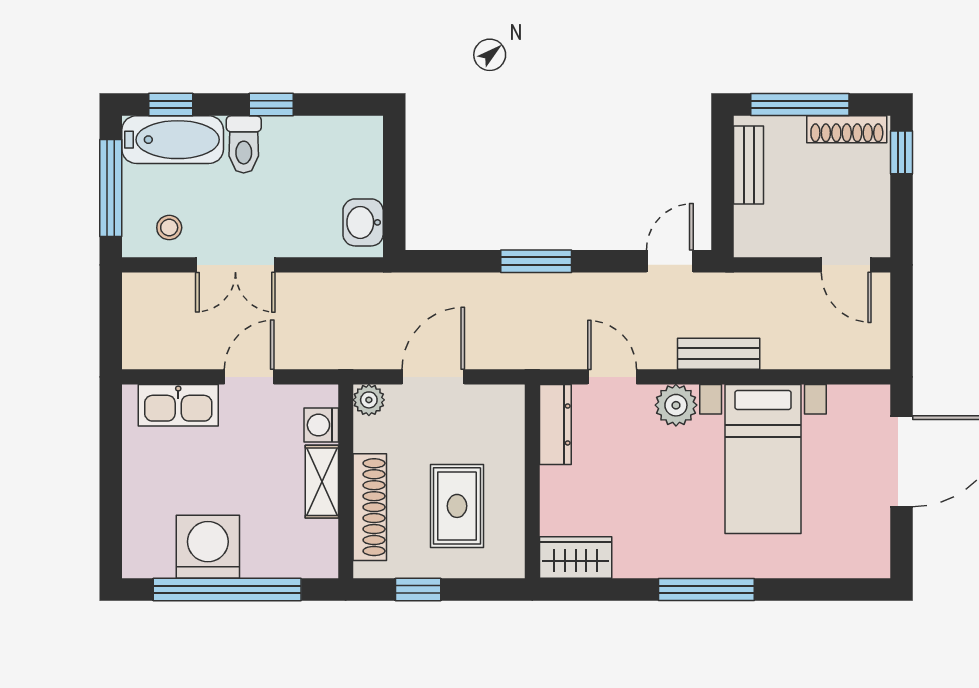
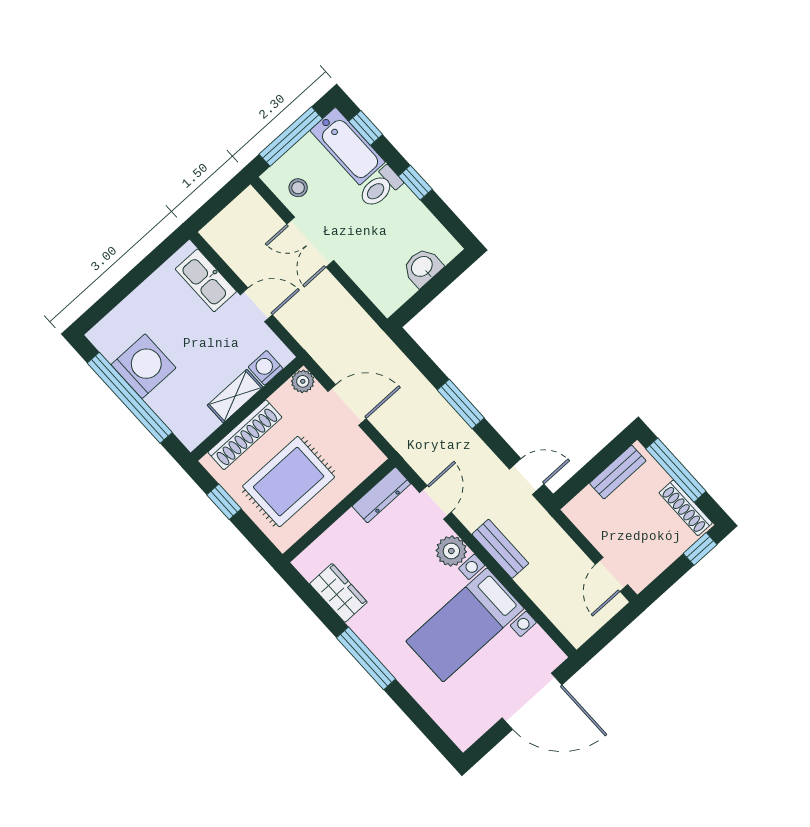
washbasin: (363, 222) -> (422, 267), moved
rug: (457, 506) -> (289, 482), width x1.36, depth x1.43
wardrobe: (576, 557) -> (338, 593), moved

